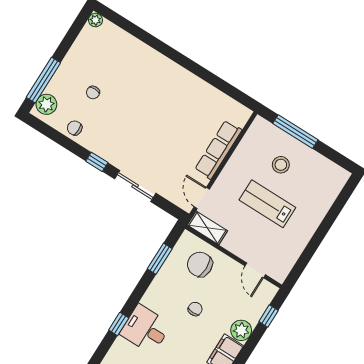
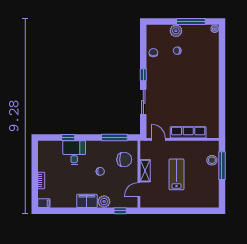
window: (43, 80) -> (191, 22), moved
plant: (46, 104) -> (176, 31), moved
stool: (281, 165) -> (212, 160), moved
door: (202, 198) -> (158, 139), hinge flipped
shelving: (207, 228) -> (145, 171), moved
window: (160, 259) -> (114, 137), width x1.44
chair: (200, 264) -> (124, 160), turned 90

